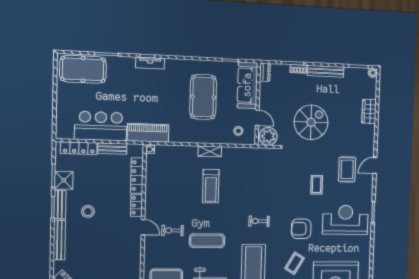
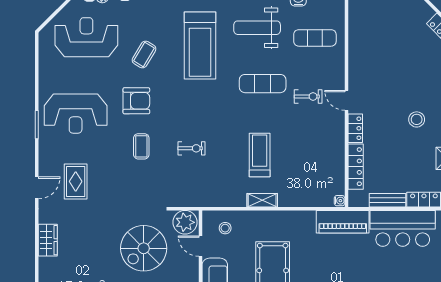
wardrobe: (369, 111) -> (48, 240), moved
spiral stairs: (311, 122) -> (144, 248), moved
coffee table: (317, 185) -> (141, 146), moved
exercise bike: (259, 221) -> (191, 148), moved

